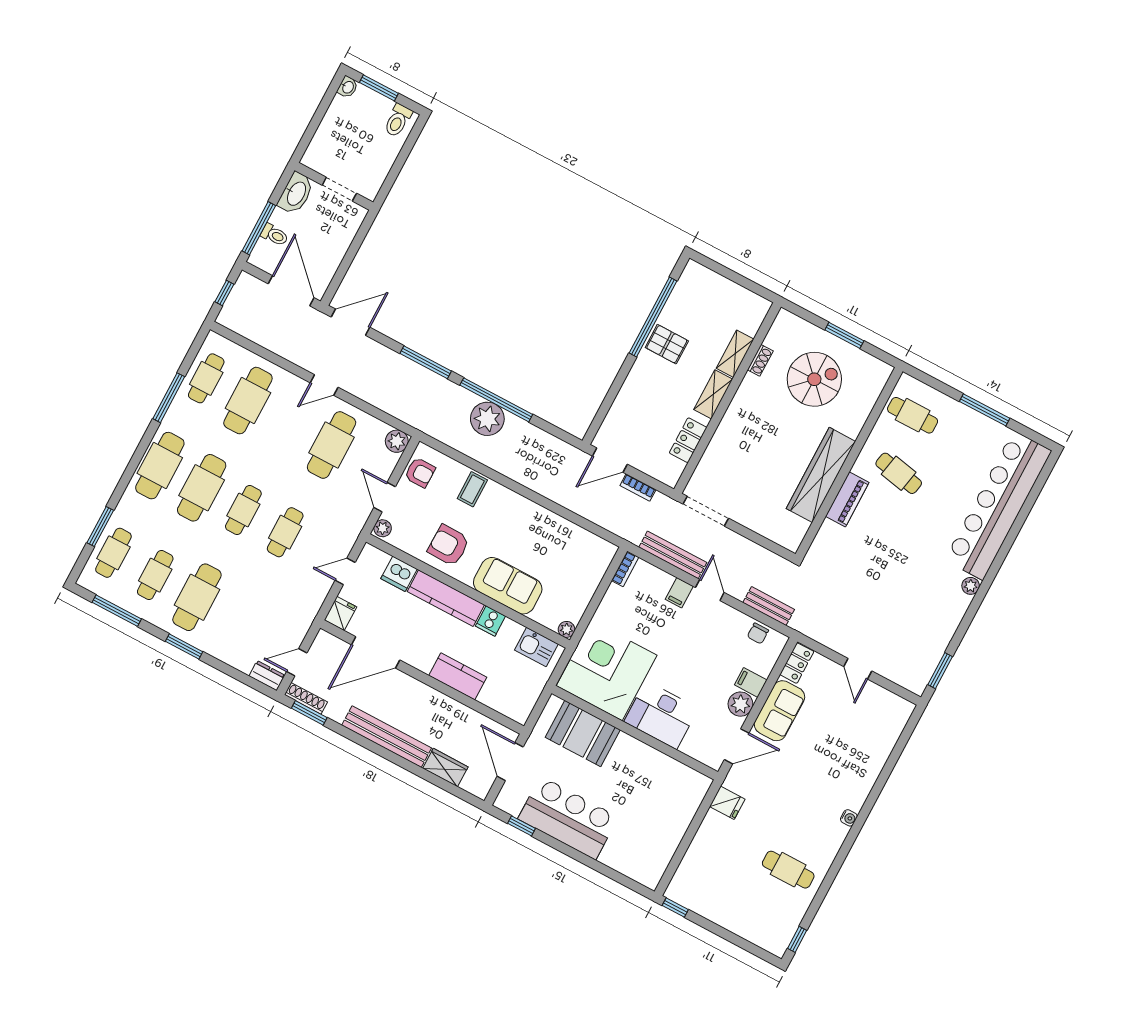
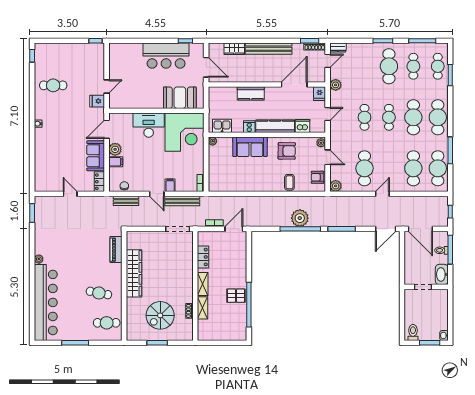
cafe table: (206, 378) -> (438, 168), width x1.37, depth x1.35
piano: (847, 499) -> (116, 250), moved
plant: (305, 614) -> (336, 85), added
door: (698, 819) -> (107, 87), added

